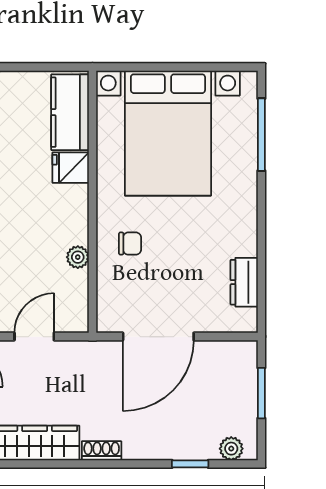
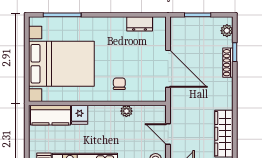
shoe rack: (102, 451) -> (228, 63), moved, width x1.43

